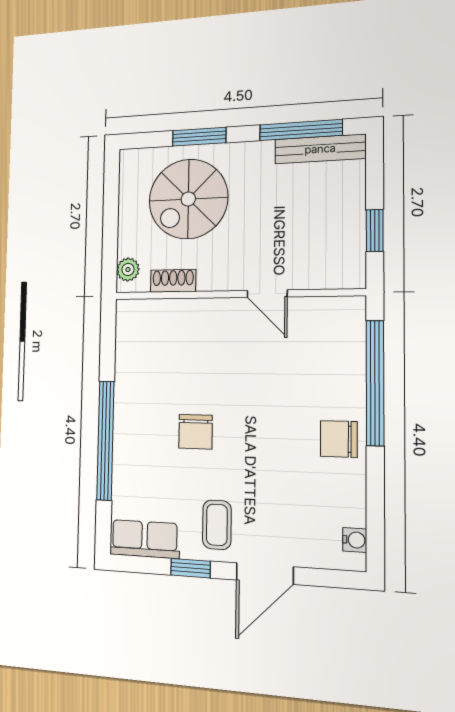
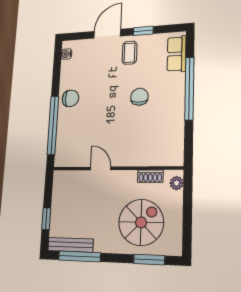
window: (199, 137) -> (149, 259), moved
window: (375, 231) -> (46, 219), moved
row of seats: (145, 539) -> (177, 54), moved, turned 90

